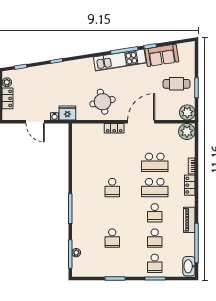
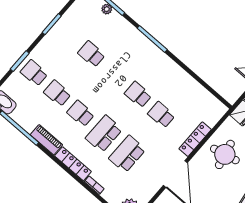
locker: (114, 128) -> (195, 139), width x1.53
school desk: (112, 162) -> (161, 115), added
locker: (190, 185) -> (73, 164), width x1.53

